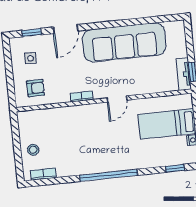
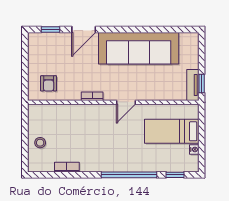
side table: (30, 58) -> (47, 54), removed
armchair: (35, 88) -> (49, 83), turned 90
bookcase: (43, 174) -> (67, 167), moved
window: (109, 175) -> (129, 175), moved

